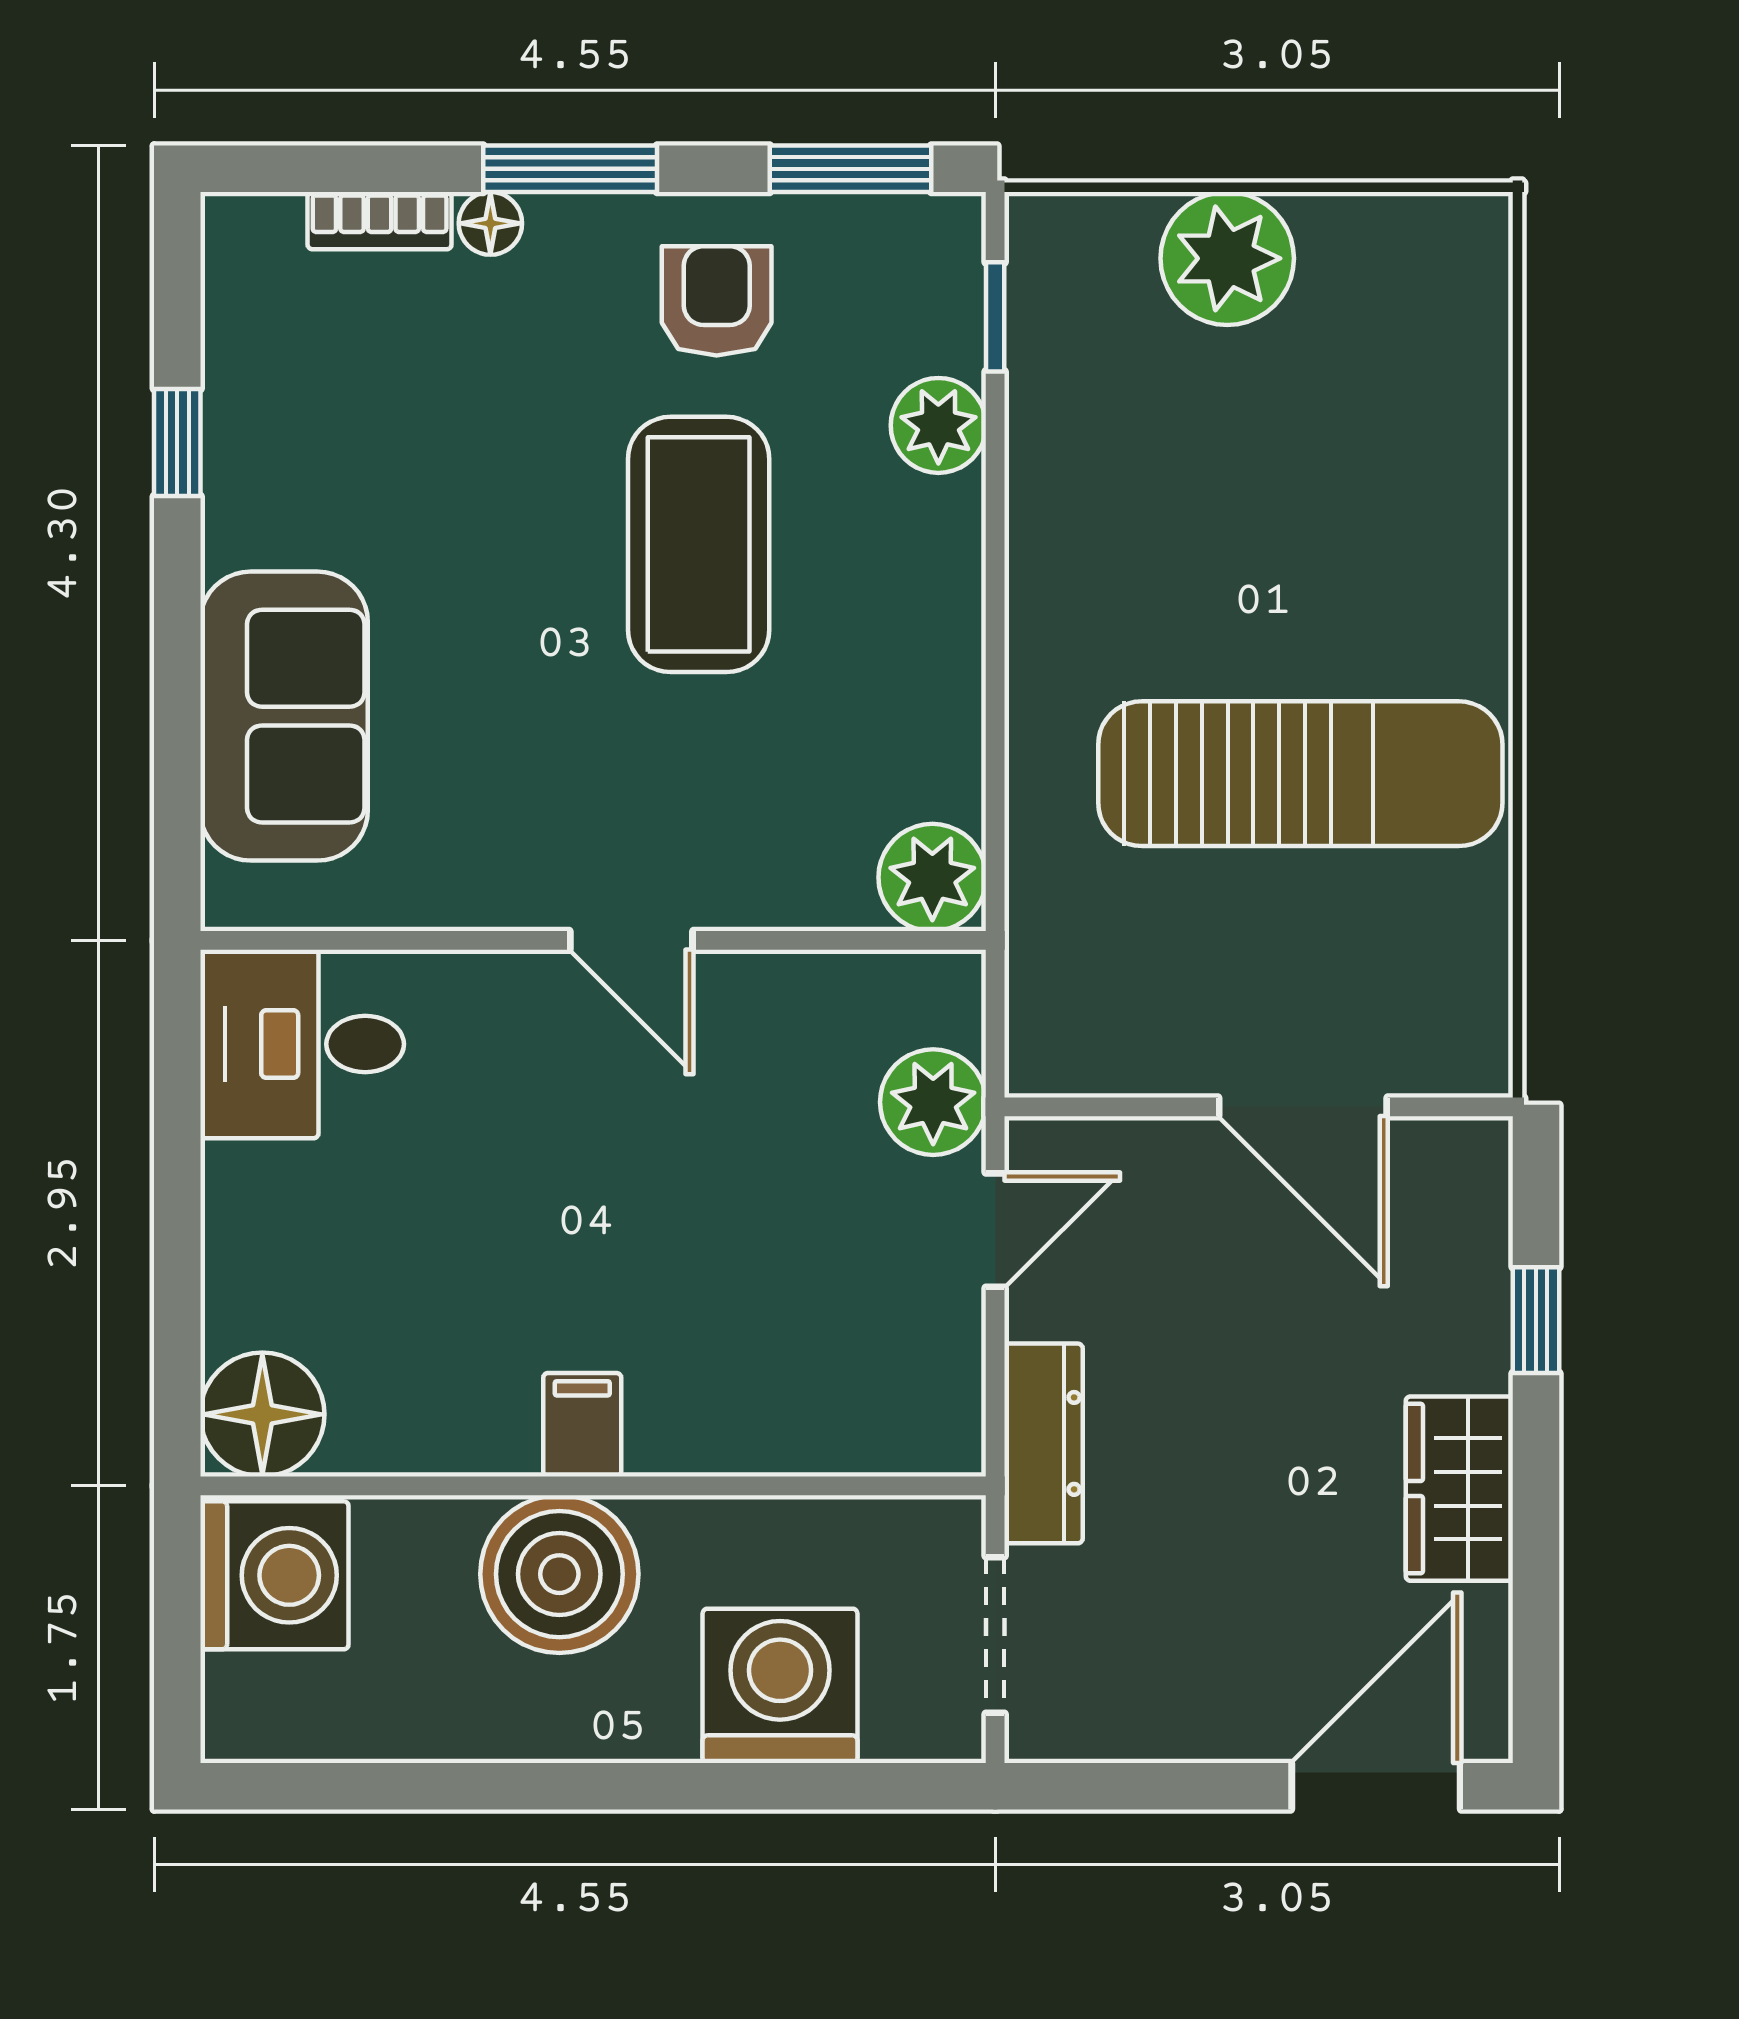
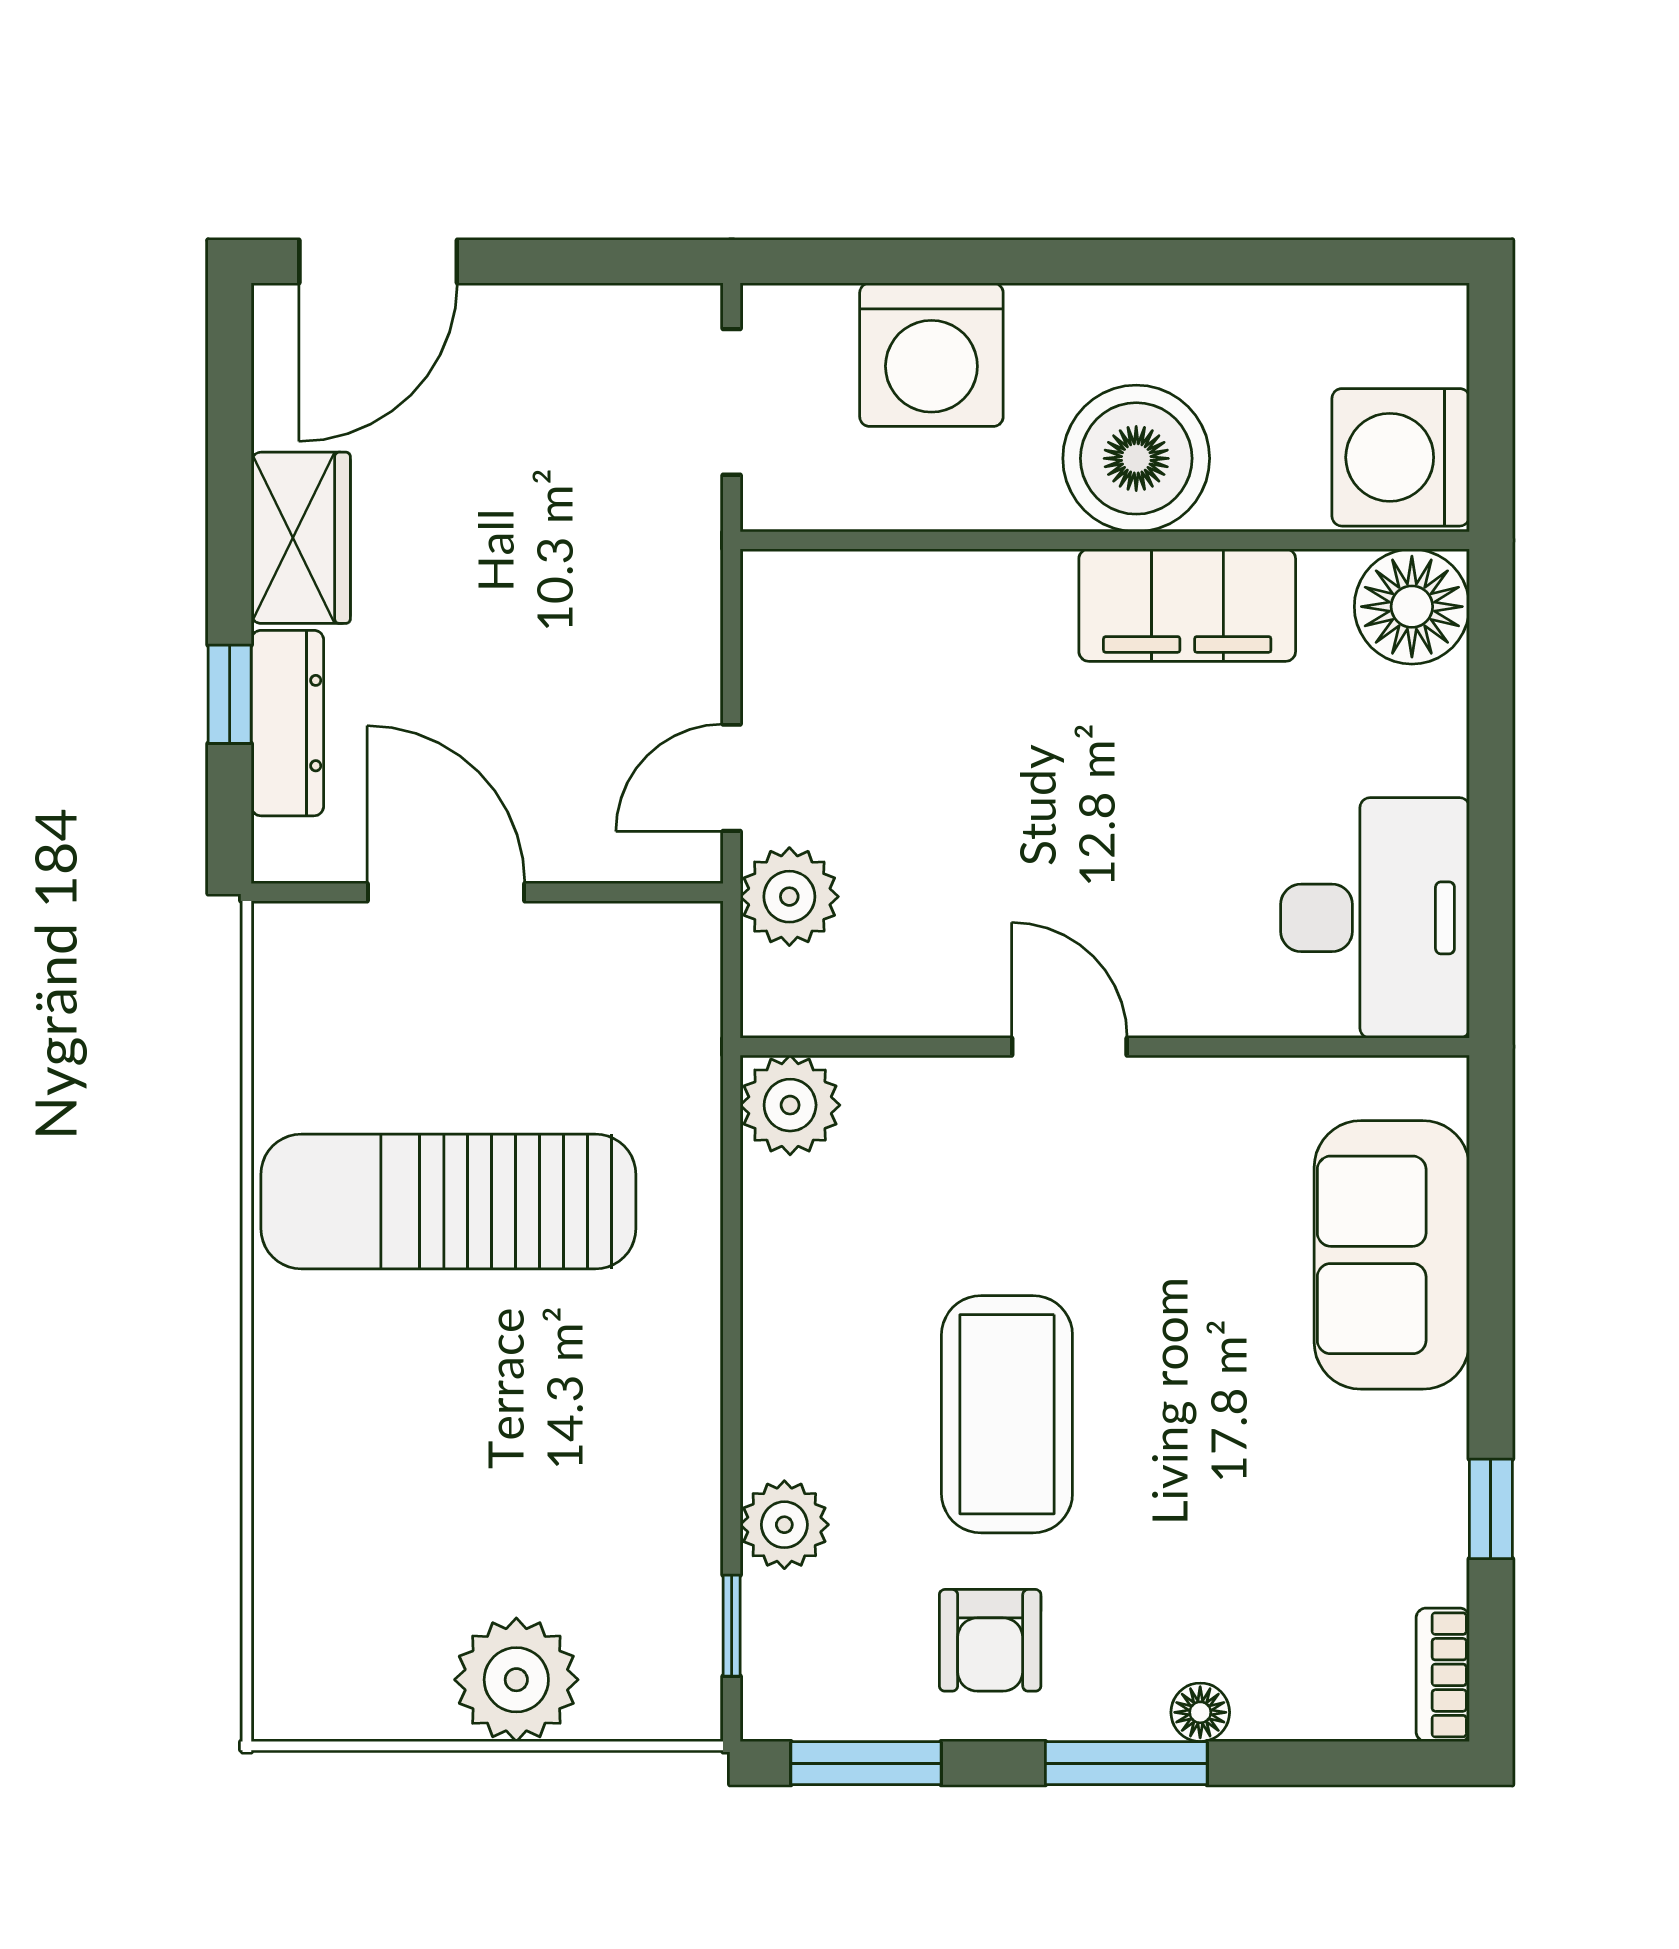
bookcase: (380, 221) -> (1443, 1675), moved, turned -90
desk: (302, 1044) -> (1375, 918), width x1.37
filing cabinet: (582, 1425) -> (1187, 605), width x3.00, depth x1.17
dresser: (1044, 1443) -> (287, 723), moved, turned 180

